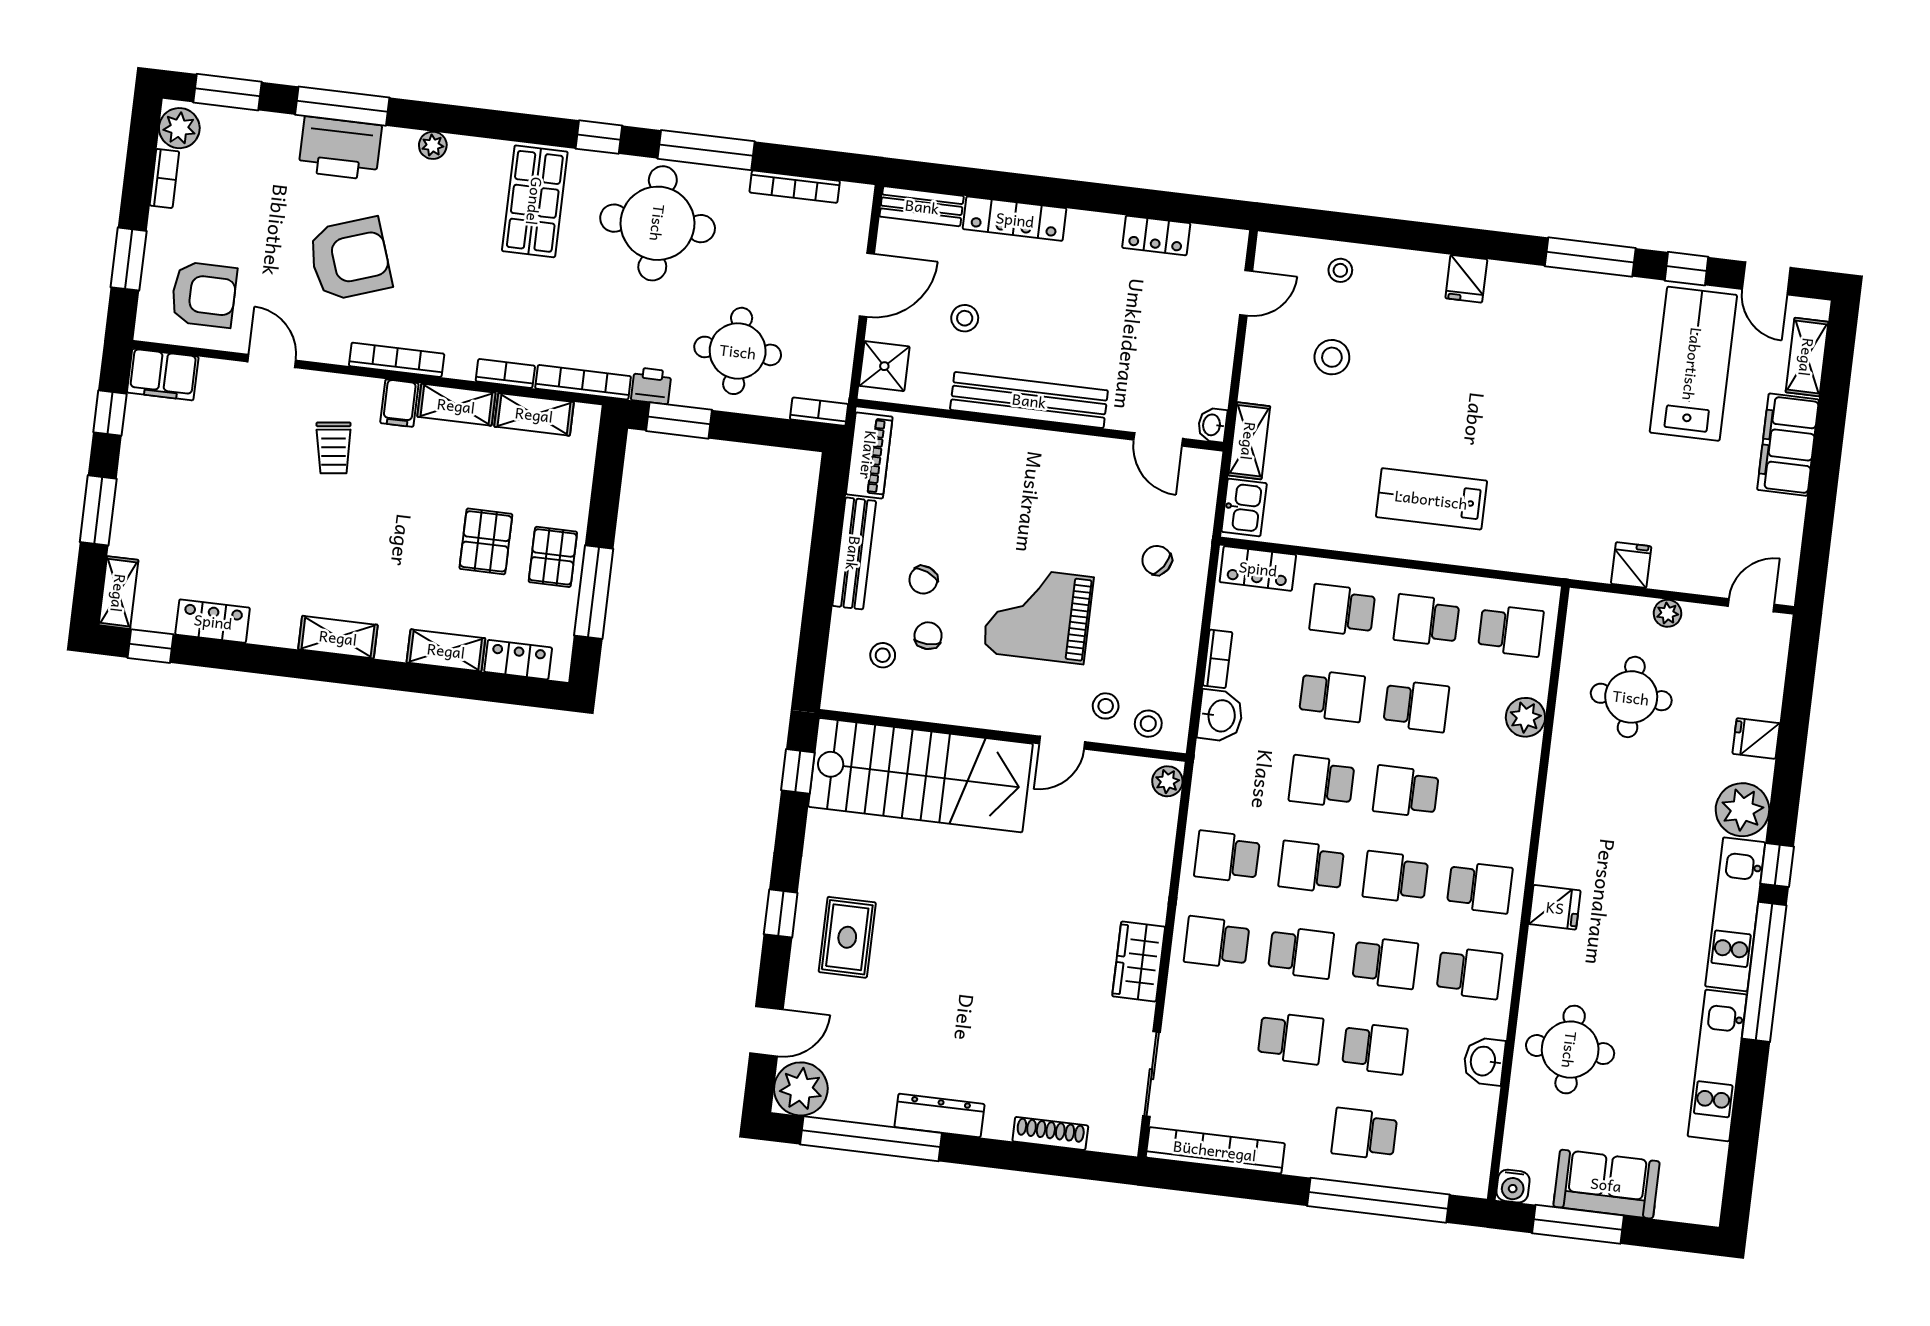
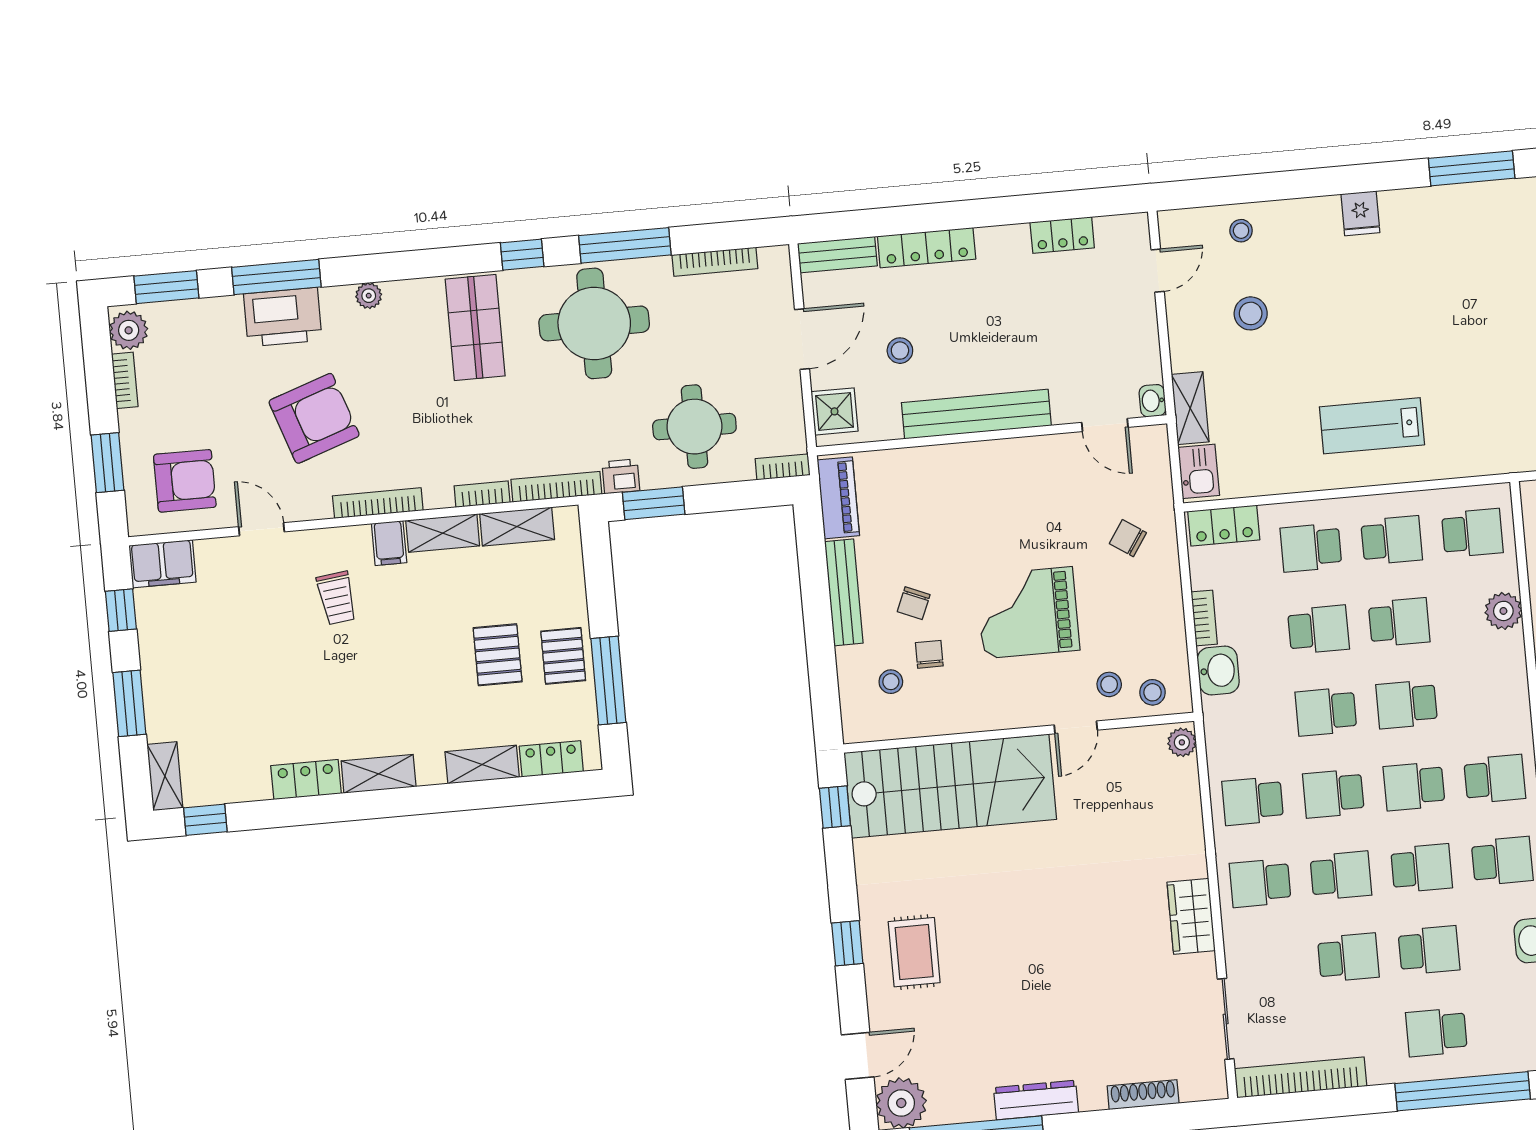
school desk: (1427, 620) -> (1392, 540), turned 180
locker: (213, 621) -> (306, 780), moved

